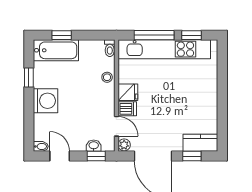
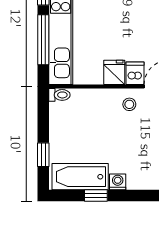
bathtub: (56, 50) -> (80, 177), moved, turned -90
stool: (107, 77) -> (129, 104), moved
washing machine: (46, 101) -> (118, 182), width x0.53, depth x0.53

